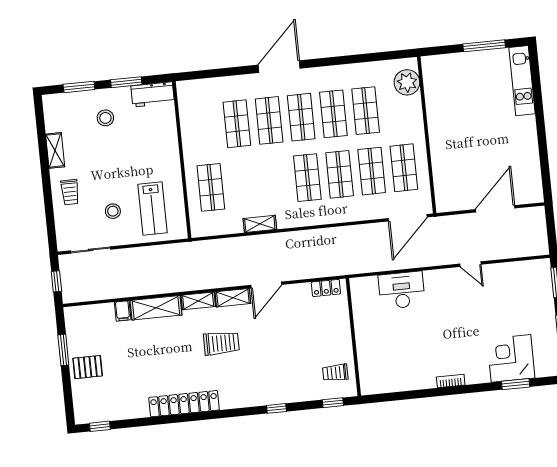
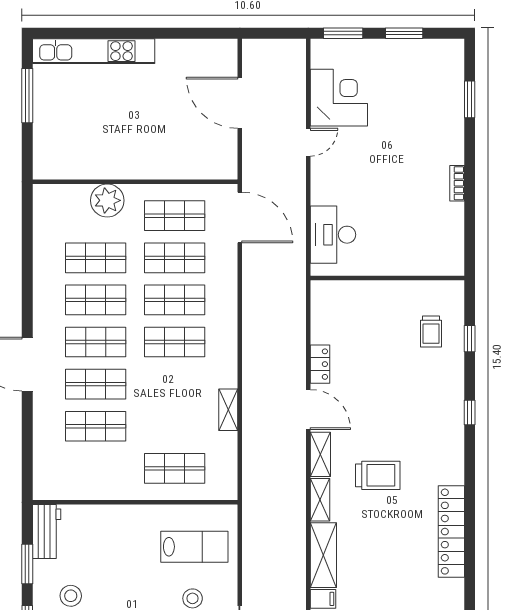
kitchen unit: (522, 81) -> (94, 51), width x1.36
plant: (407, 82) -> (107, 200), moved
locker: (326, 288) -> (320, 364), moved
wall: (353, 337) -> (387, 278), moved
trolley: (221, 343) -> (378, 475), turned 90
corner desk: (511, 358) -> (339, 98), moved, turned 180

